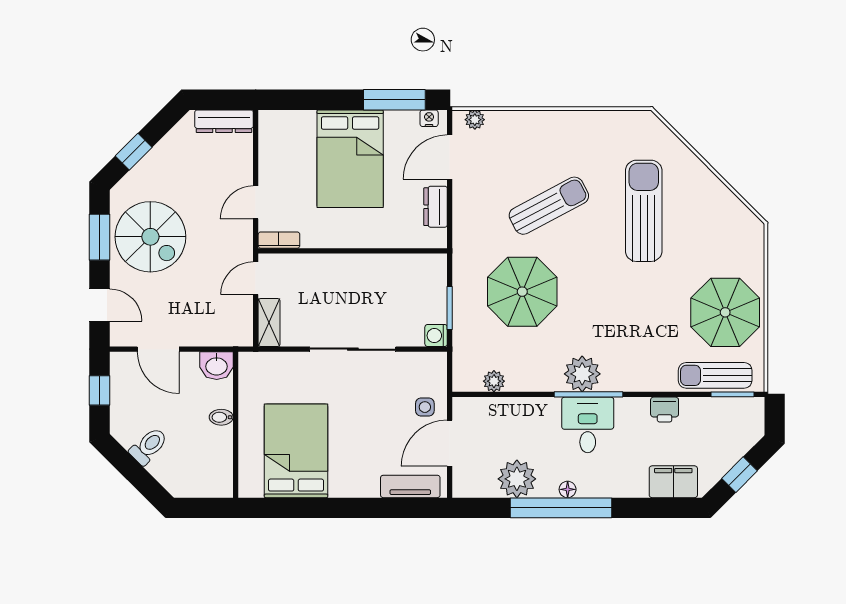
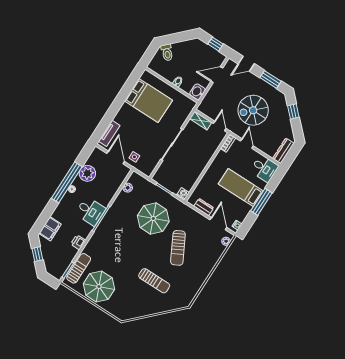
window: (394, 100) -> (261, 202), moved
desk: (283, 136) -> (264, 169), added
bed: (350, 159) -> (241, 187), width x0.67
sun lounger: (644, 211) -> (154, 281), width x0.73, depth x0.75
spiral stairs: (150, 237) -> (253, 110), moved
washing machine: (436, 336) -> (183, 194), moved
plant: (582, 374) -> (110, 221), removed
toilet: (149, 446) -> (167, 52), moved

